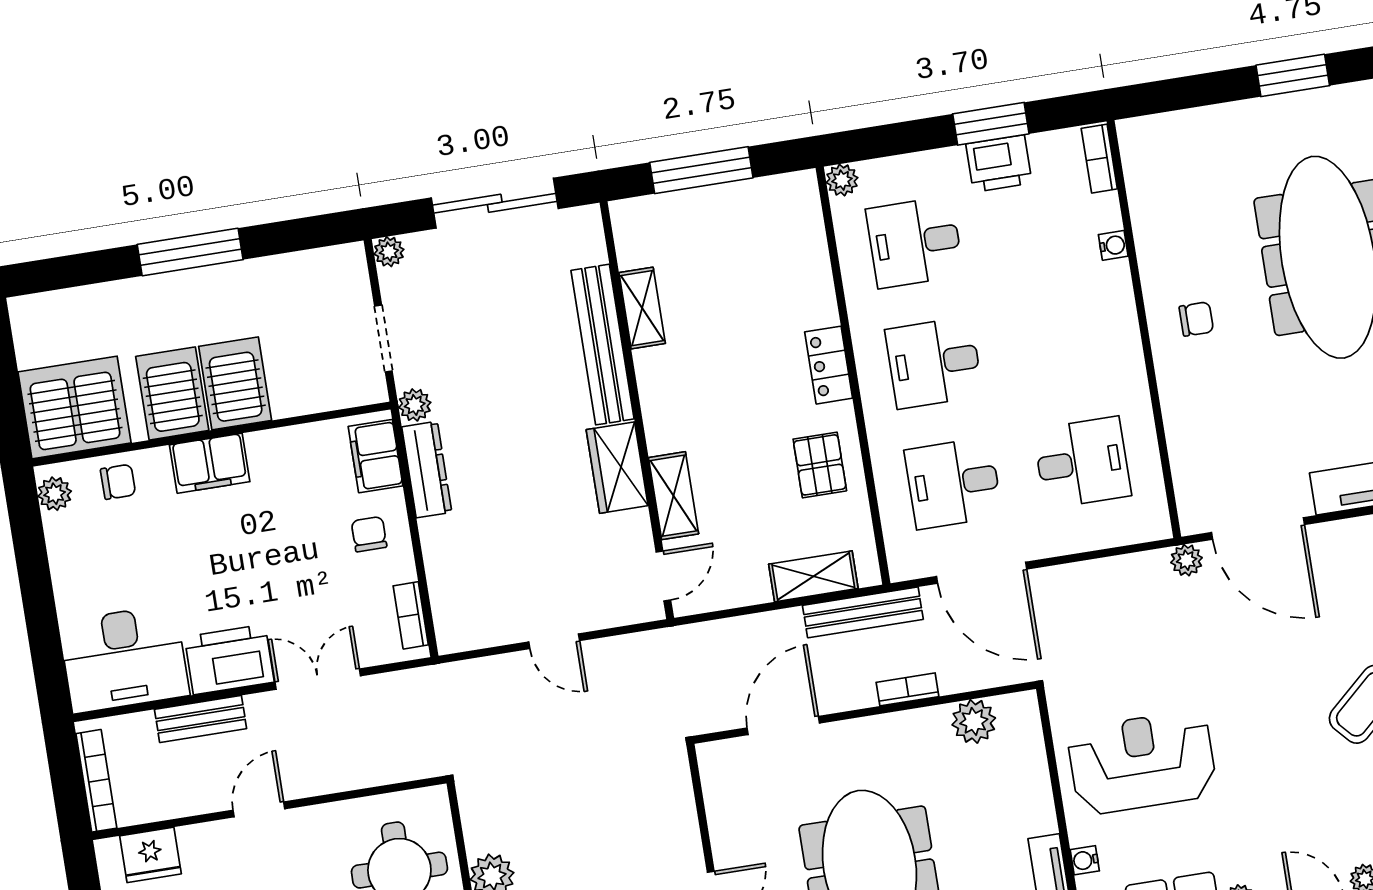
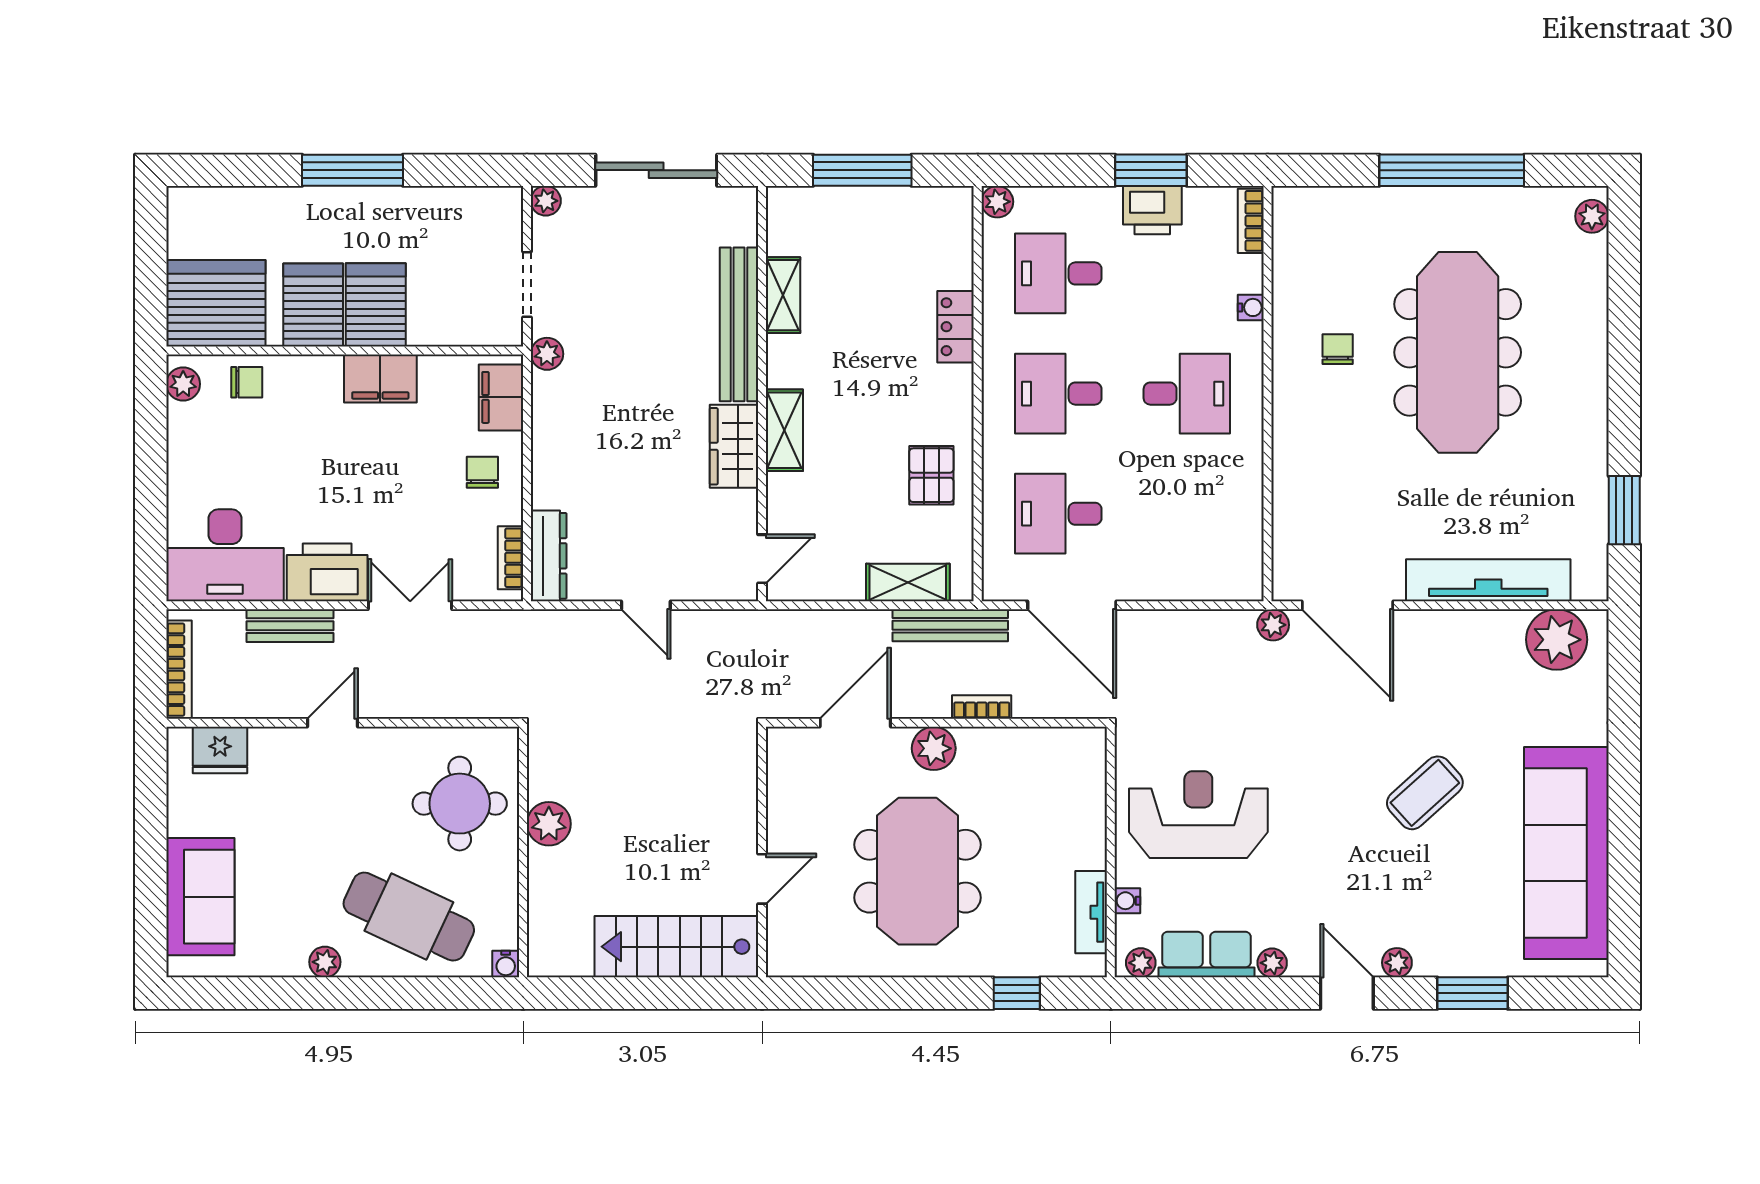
window: (1293, 75) -> (1452, 170), width x2.11
chair: (1196, 319) -> (1338, 349), moved, turned -90
locker: (829, 365) -> (956, 327), moved
filing cabinet: (210, 463) -> (380, 379), moved
desk: (1082, 463) -> (1187, 394), moved
dresser: (427, 470) -> (549, 556), moved
shelving: (673, 496) -> (784, 430), moved
plant: (974, 721) -> (934, 748), moved

